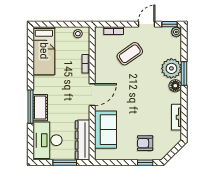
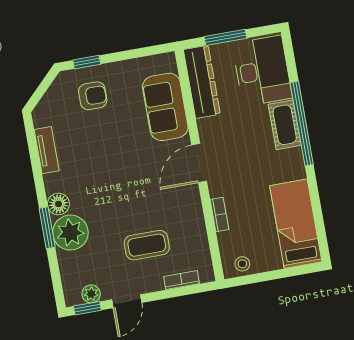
plant: (176, 32) -> (91, 294), moved
coffee table: (130, 54) -> (147, 245), turned 35
window: (30, 107) -> (302, 123), width x1.46

